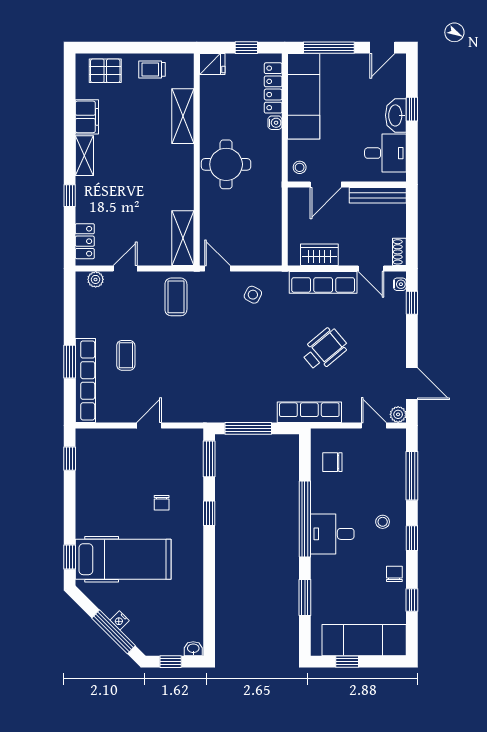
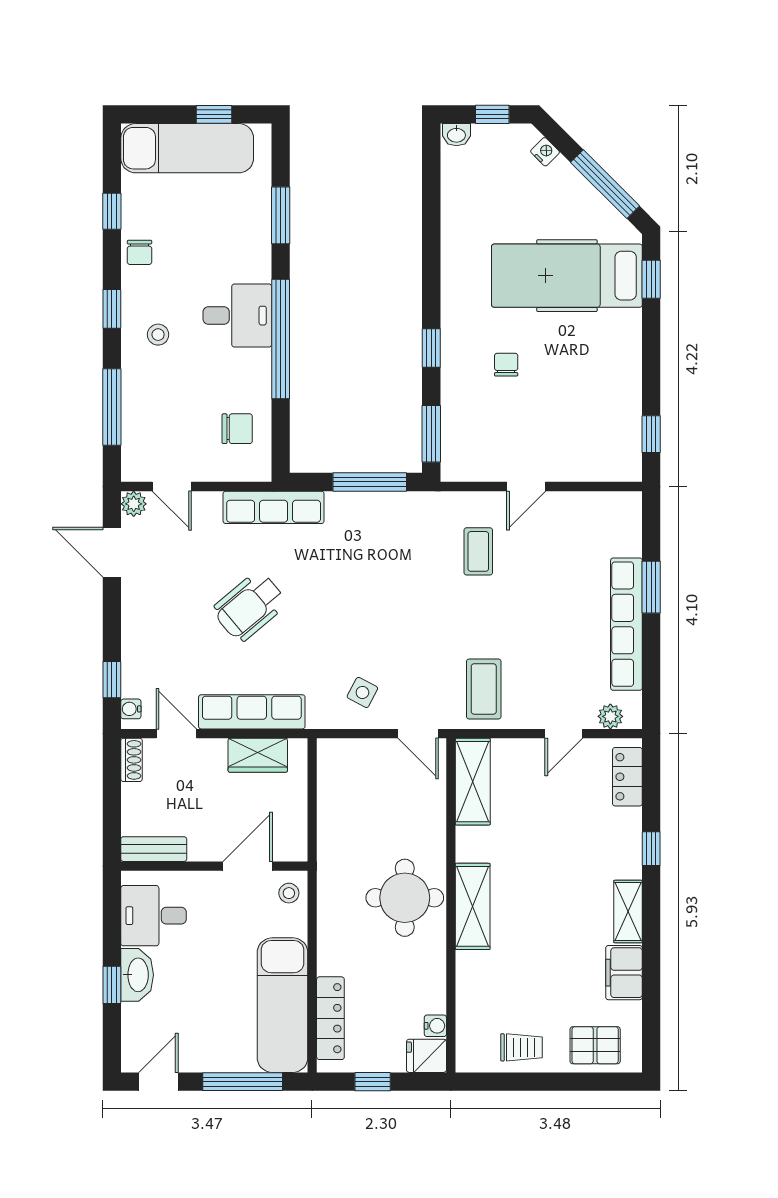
shelving: (183, 116) -> (473, 906), moved
water cooler: (275, 123) -> (435, 1026), moved, turned 180
bench: (378, 195) -> (154, 849), width x0.73
coffee table: (126, 355) -> (478, 551), moved
row of seats: (85, 380) -> (626, 624), moved
nightstand: (120, 620) -> (545, 152), moved
window: (113, 632) -> (605, 184), moved

